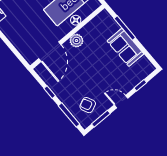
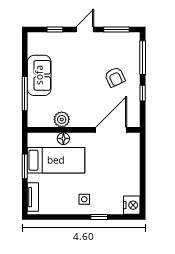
plant: (76, 41) -> (62, 119), moved
door: (121, 102) -> (85, 29), swing flipped
armchair: (88, 105) -> (115, 77), moved

